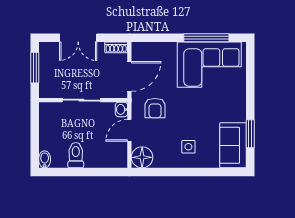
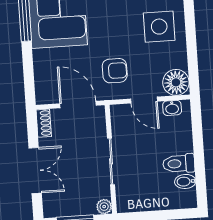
plant: (45, 92) -> (104, 207), added
washbasin: (121, 109) -> (172, 108), moved
side table: (188, 147) -> (159, 27), width x1.87, depth x1.87
bidet: (45, 159) -> (185, 181), moved

